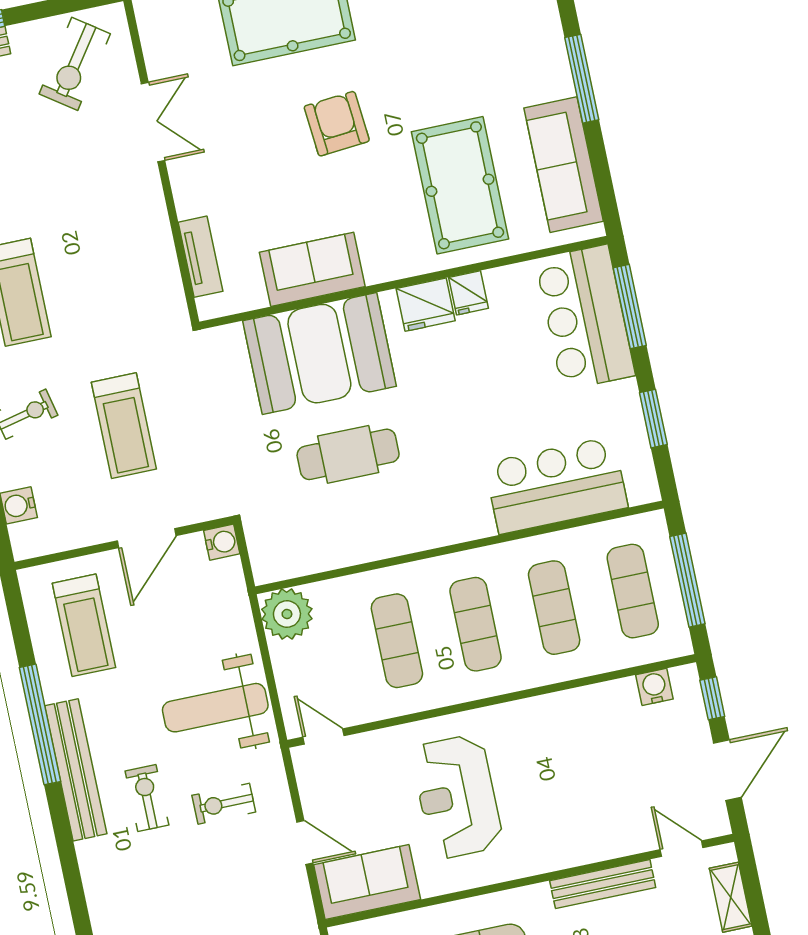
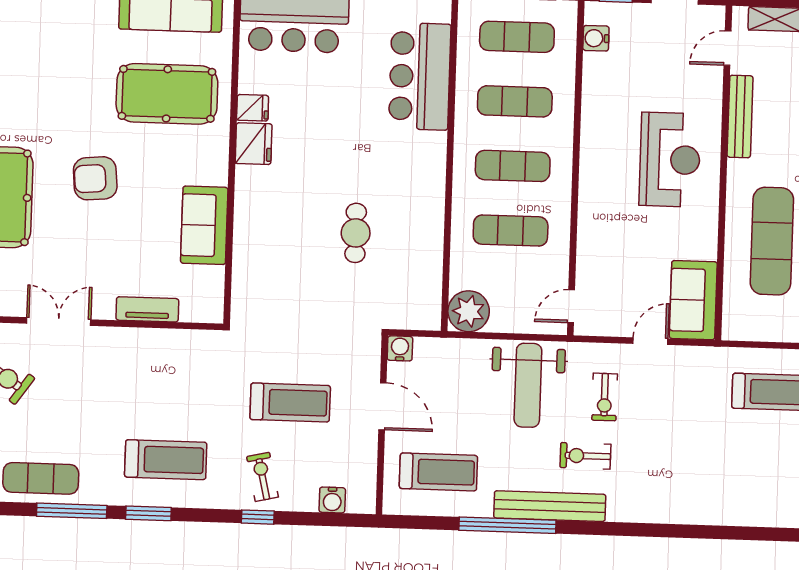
tv unit: (200, 257) -> (147, 309), moved
booth: (319, 354) -> (271, 236), removed
cafe table: (348, 454) -> (356, 233), width x0.73, depth x0.74
reception desk: (457, 797) -> (670, 160), moved, turned -90

